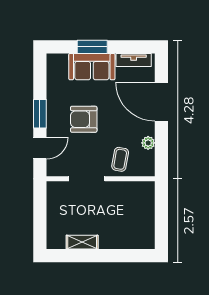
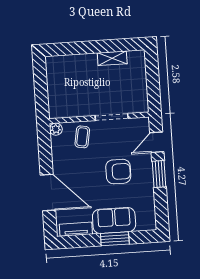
plant: (148, 143) -> (56, 129), moved

